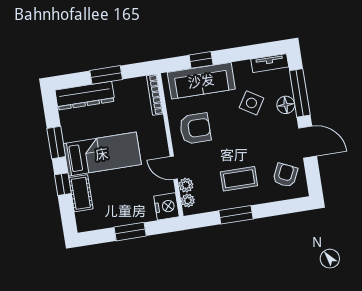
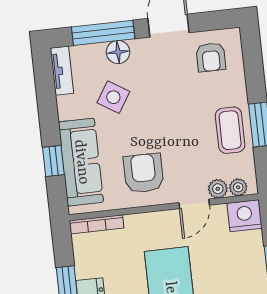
armchair: (285, 175) -> (211, 57), turned -115
coffee table: (239, 179) -> (230, 130), moved

